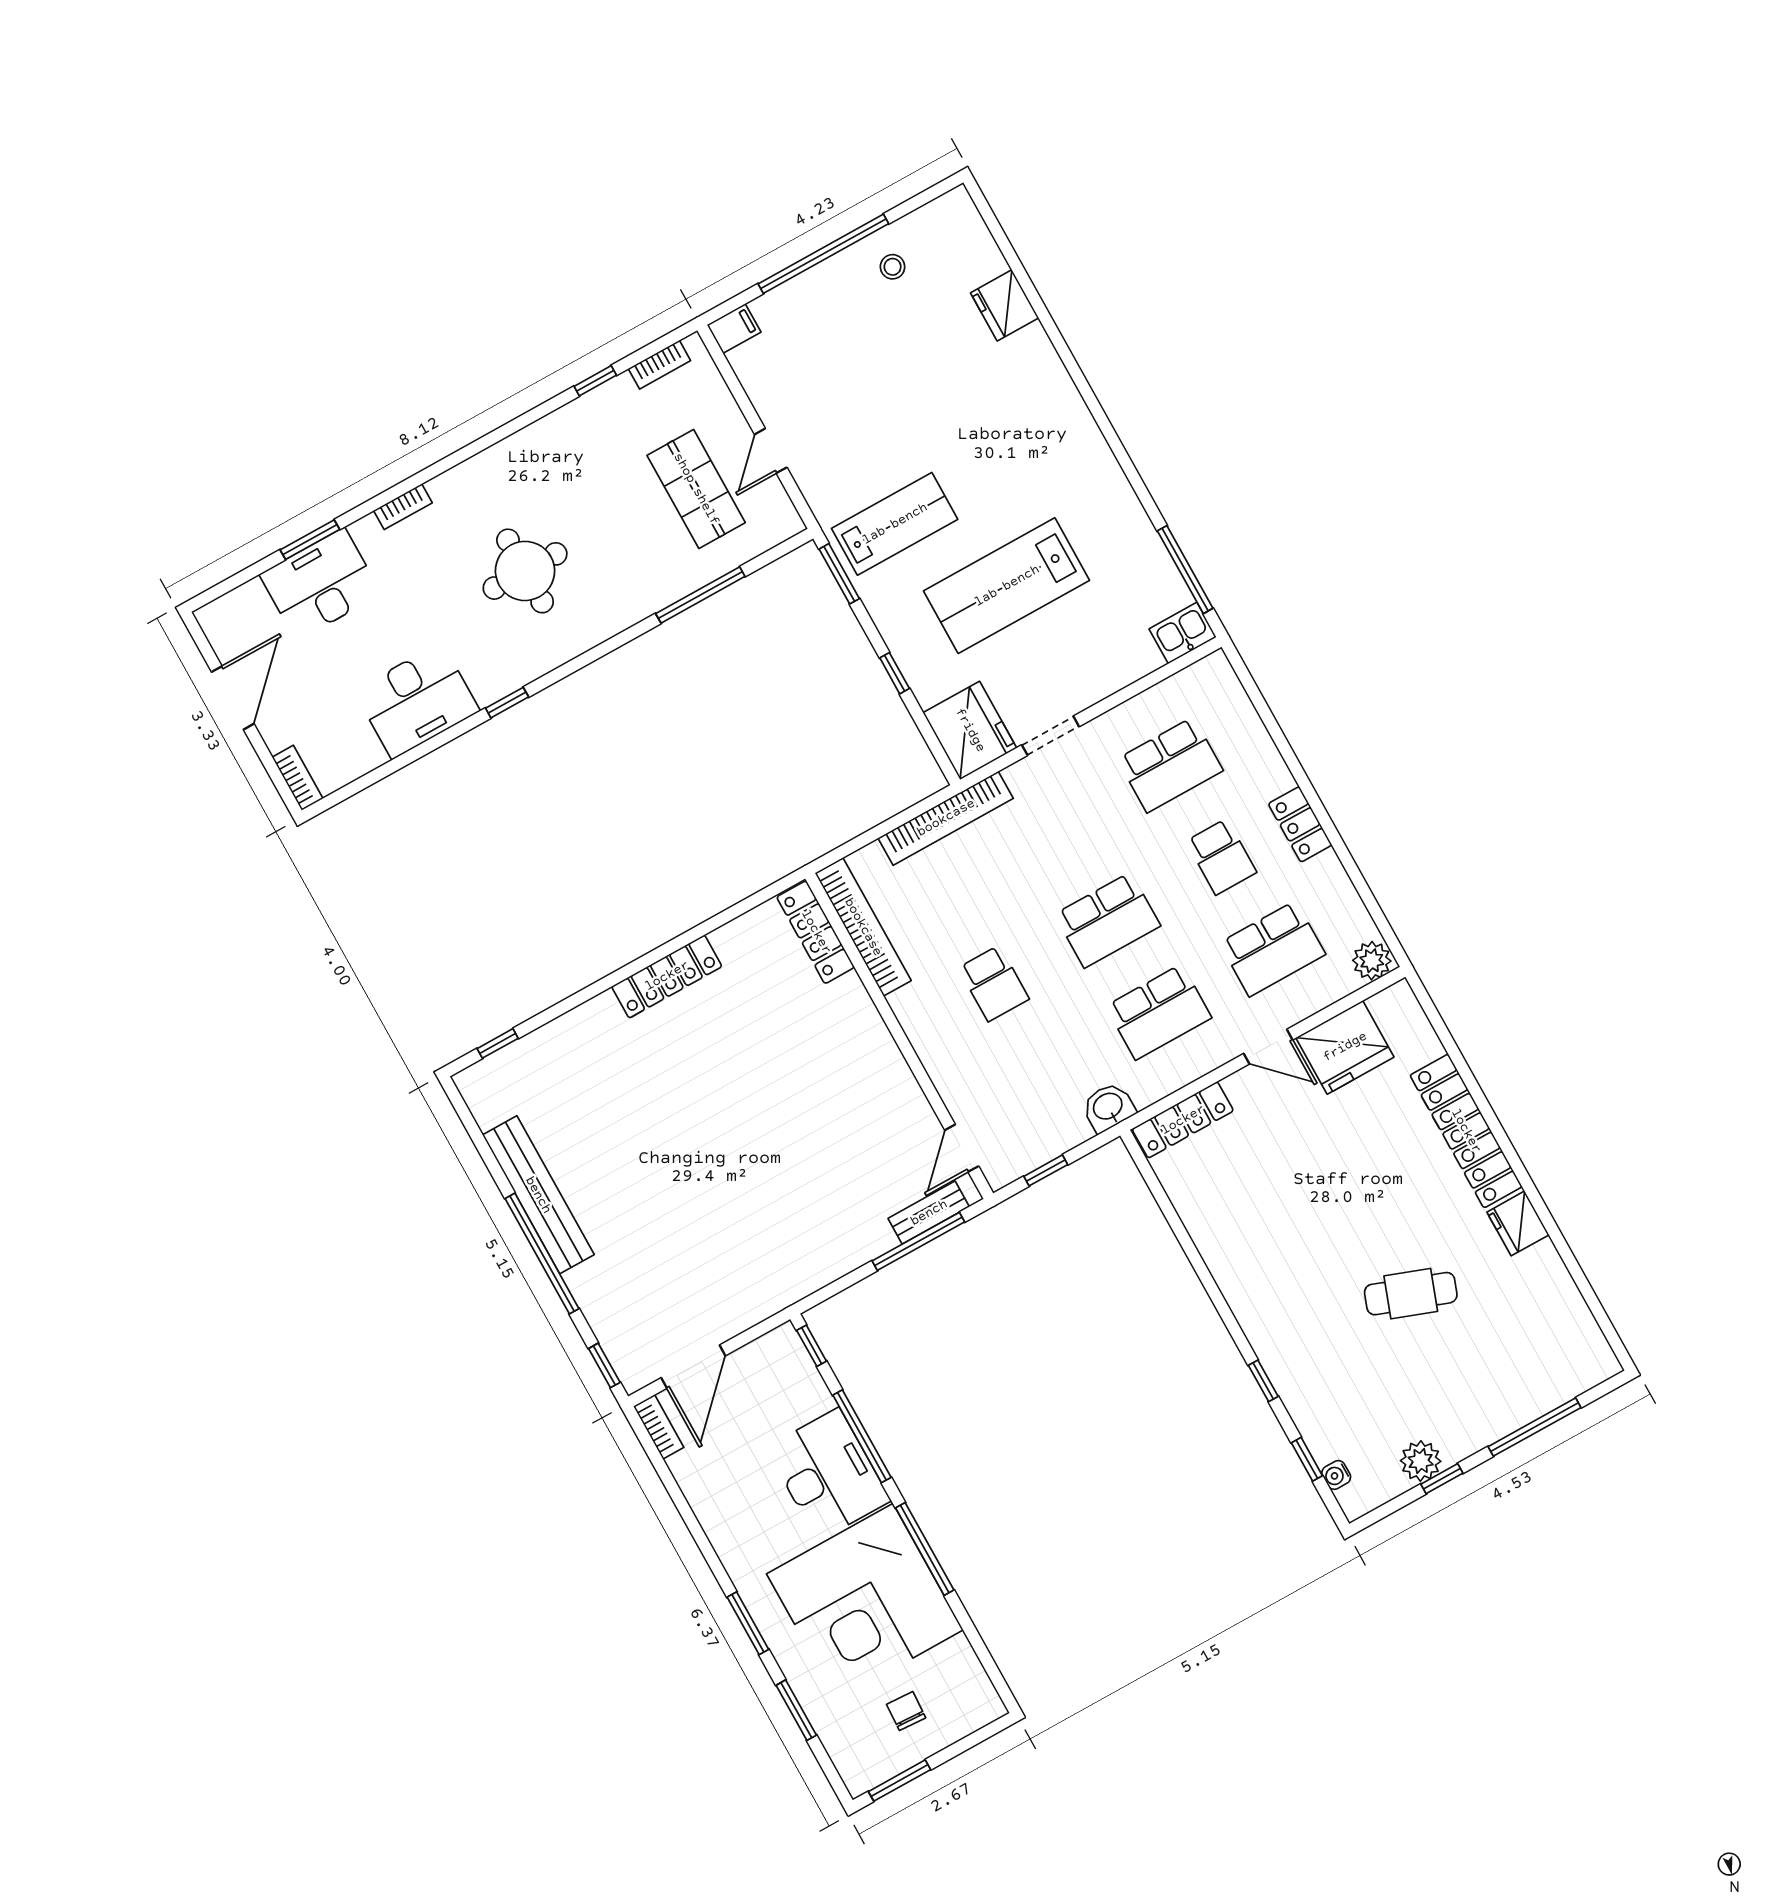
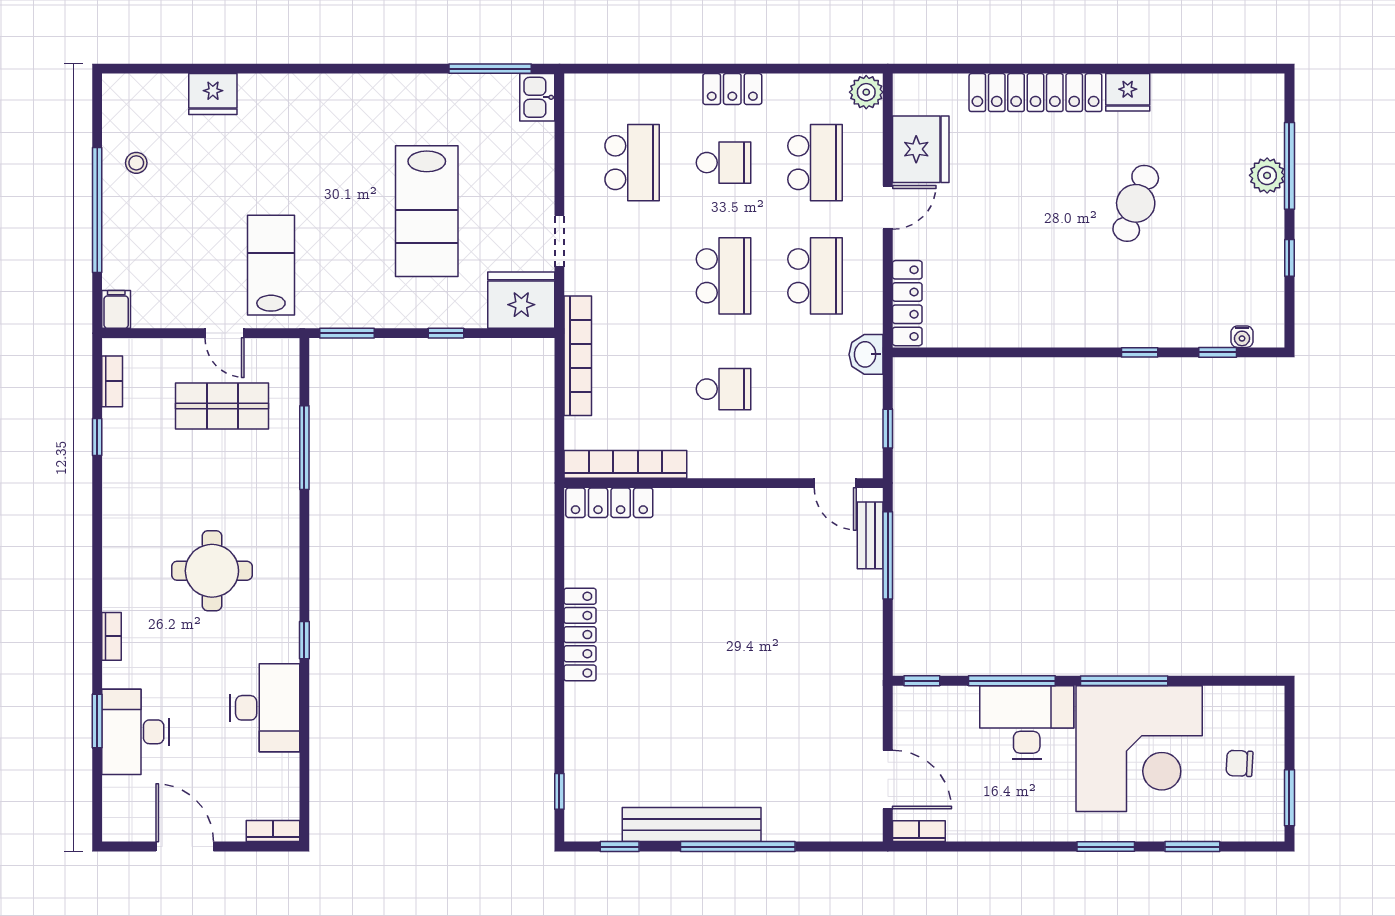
lab bench: (895, 524) -> (271, 265), moved
window: (604, 1365) -> (620, 847), moved
plant: (1421, 1461) -> (1267, 175), moved

